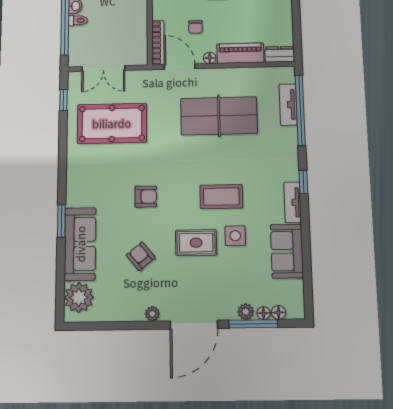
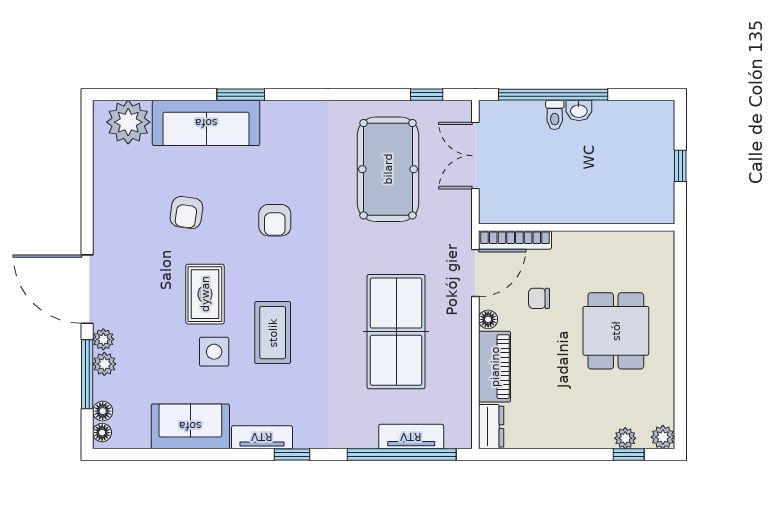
armchair: (141, 256) -> (186, 213), turned 137
floor lamp: (264, 313) -> (102, 433), moved
plant: (152, 314) -> (103, 339), moved

